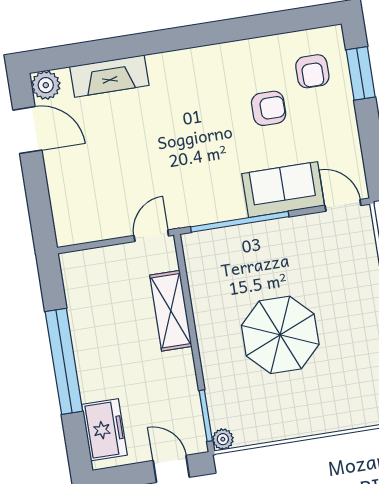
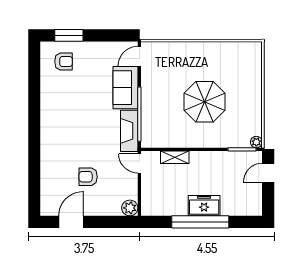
fireplace: (109, 76) -> (129, 131), moved, turned 180
plant: (46, 85) -> (130, 208), moved
armchair: (269, 108) -> (88, 177), moved, turned -90
shelving: (171, 311) -> (175, 157), width x0.67, depth x0.75
freezer: (104, 430) -> (204, 206), moved

